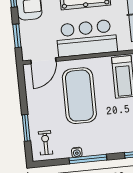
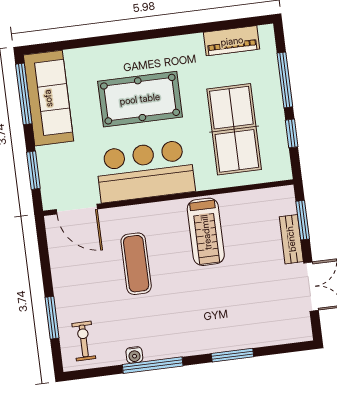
door: (43, 61) -> (77, 209), hinge flipped
exercise mat: (79, 96) -> (136, 264), width x0.50, depth x0.69

